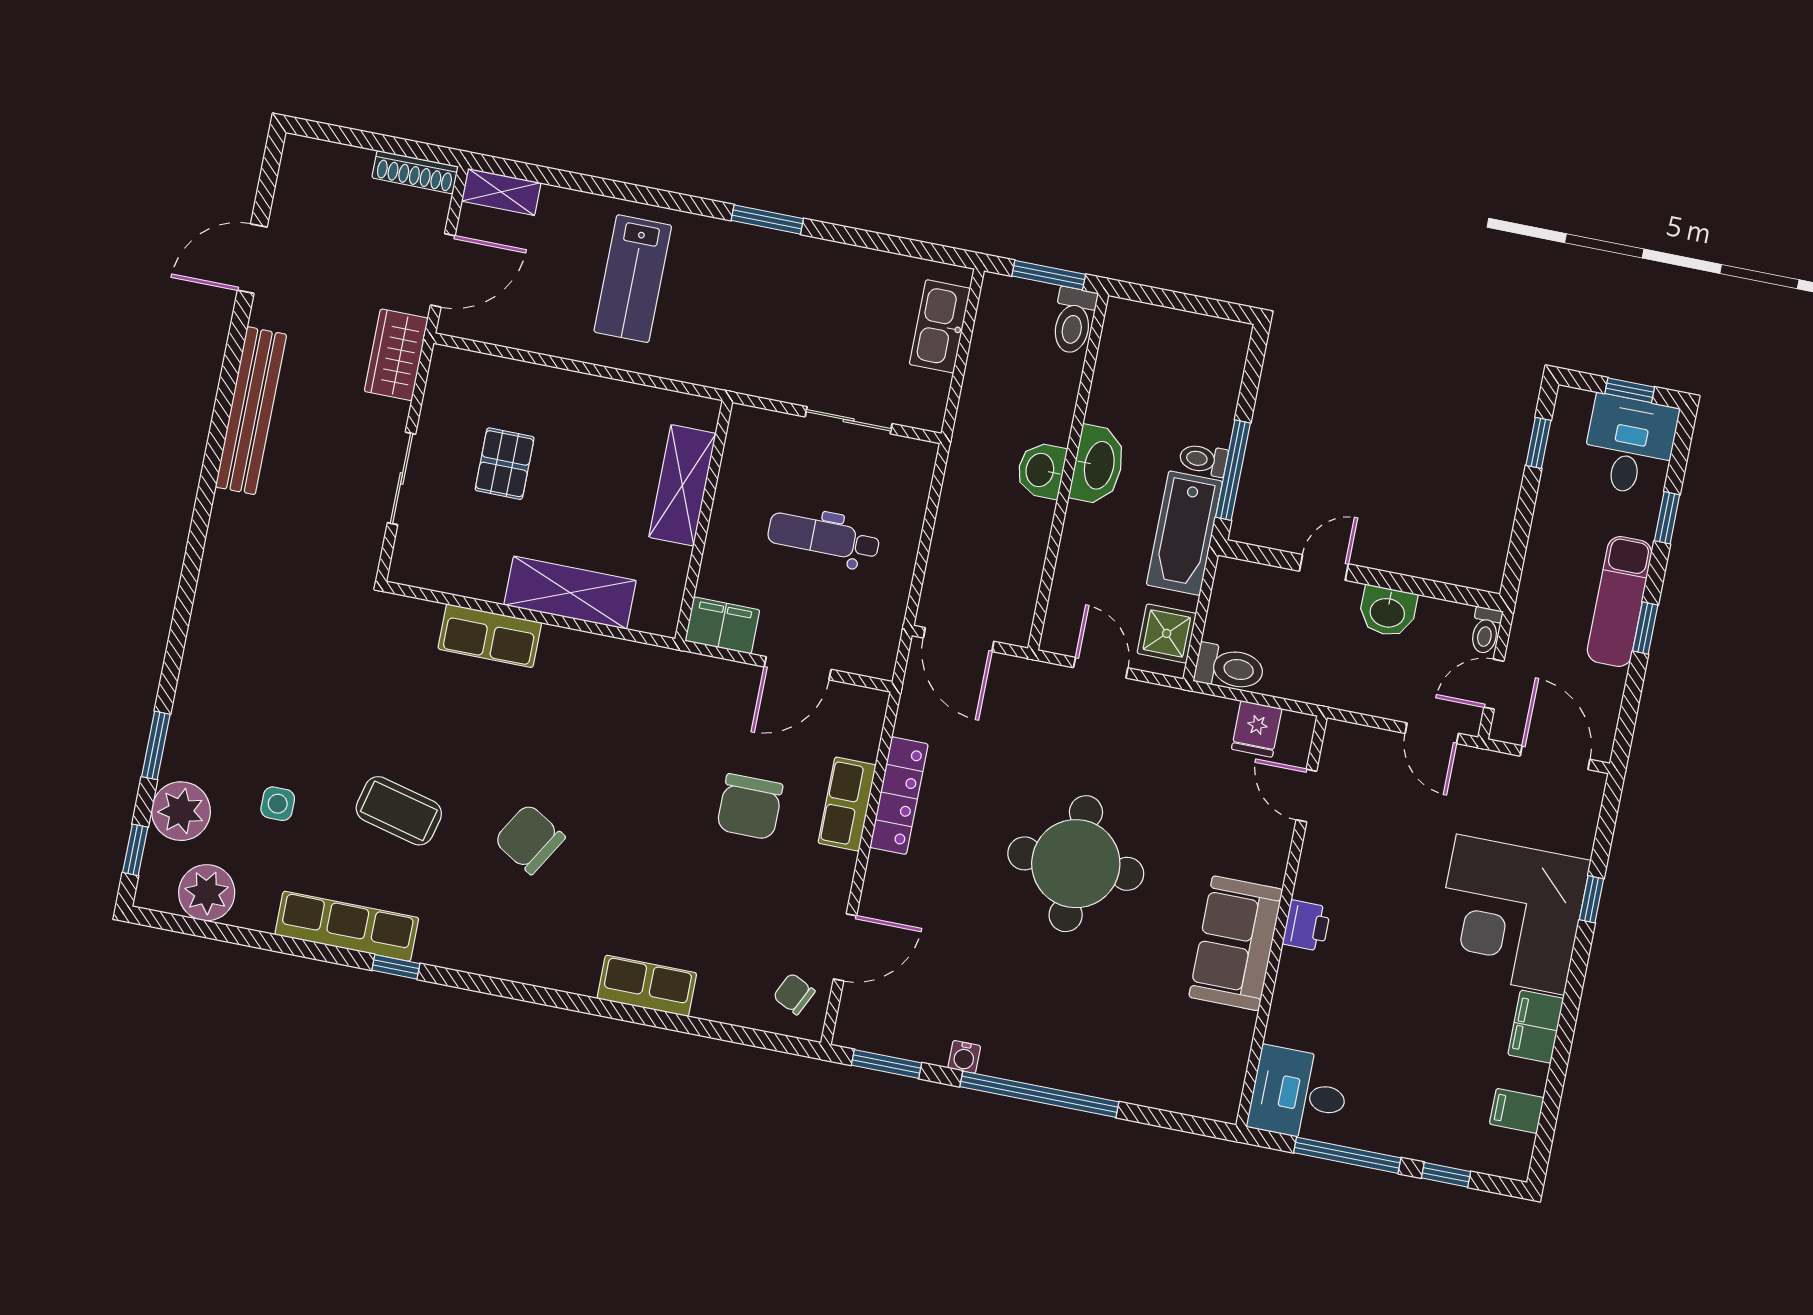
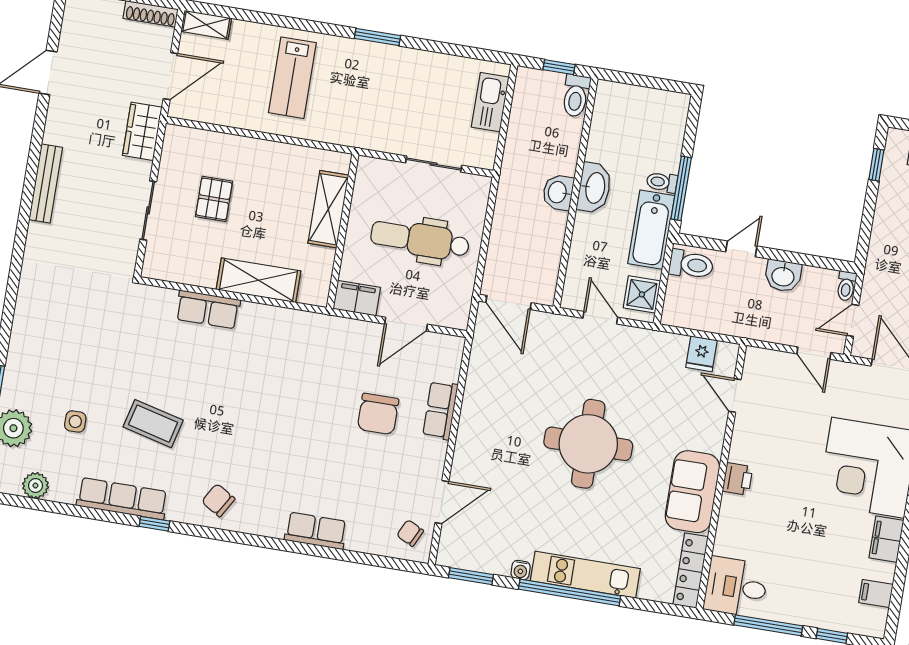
window: (1049, 275) -> (559, 67), width x0.67
bench: (251, 411) -> (46, 184), width x0.73, depth x0.82
dental chair: (824, 537) -> (420, 240), width x1.36, depth x1.38
toilet: (1229, 668) -> (691, 265), moved
locker: (899, 796) -> (691, 571), moved, turned 180
chair: (530, 839) -> (218, 500), moved, width x0.73, depth x0.73
plant: (207, 893) -> (36, 486), width x0.73, depth x0.73
kitchen unit: (1065, 1067) -> (585, 575), added

